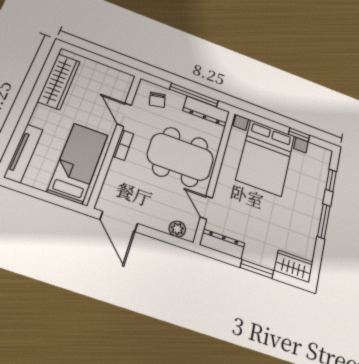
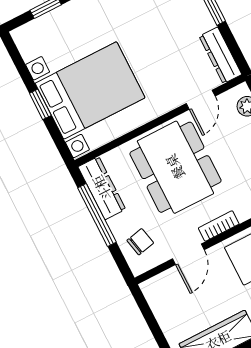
window: (299, 135) -> (40, 104), moved

